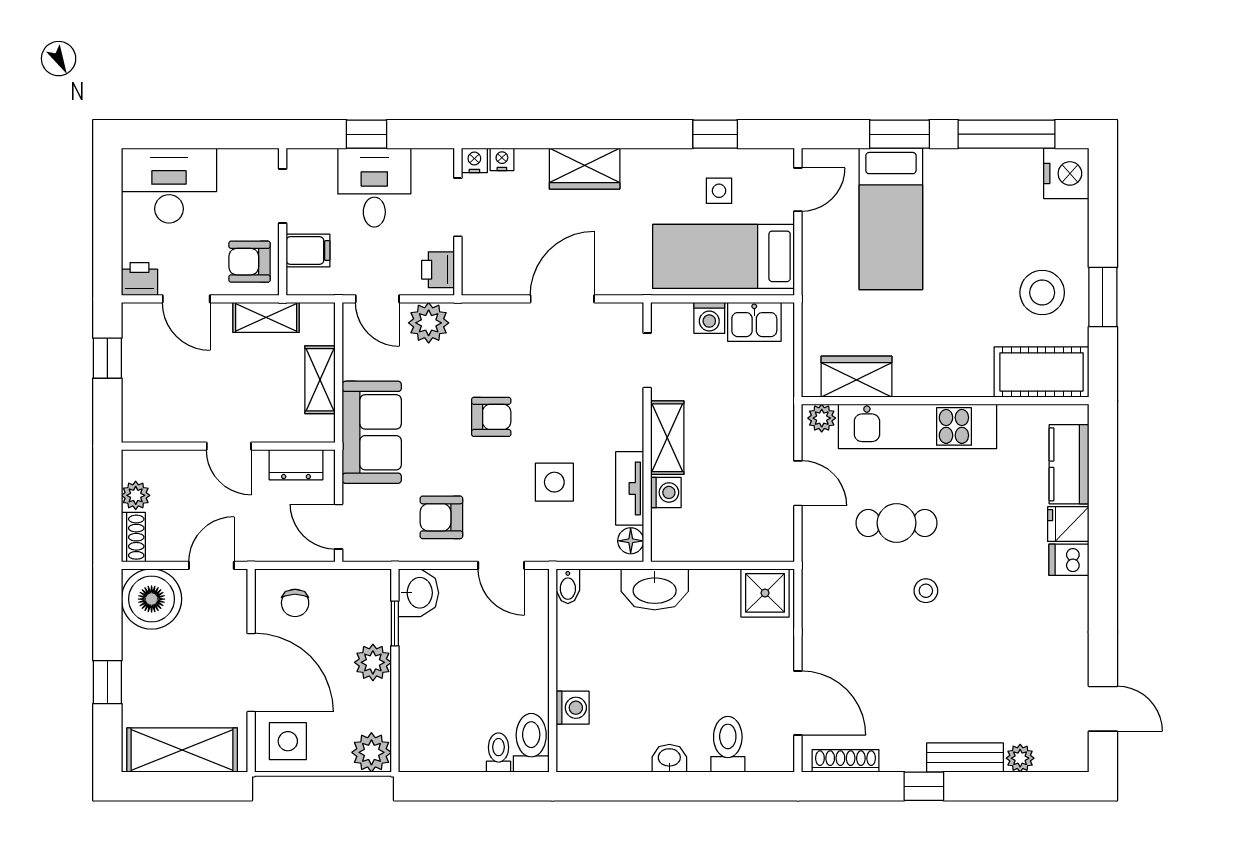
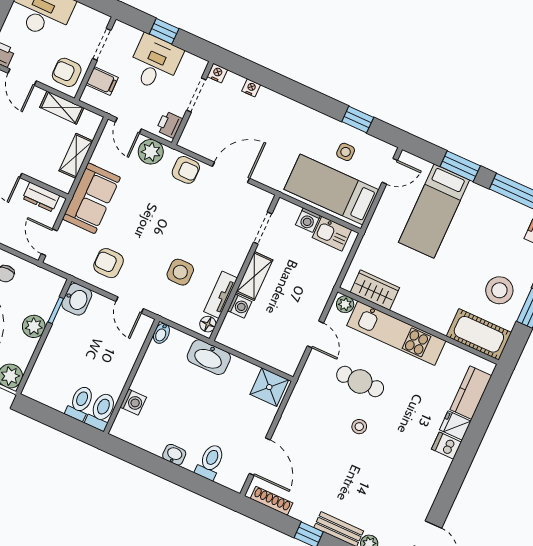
nightstand: (502, 159) -> (251, 88), moved
wardrobe: (585, 169) -> (276, 106), removed
armchair: (491, 417) -> (186, 170), moved
toilet: (498, 753) -> (80, 403), width x1.37, depth x1.39

